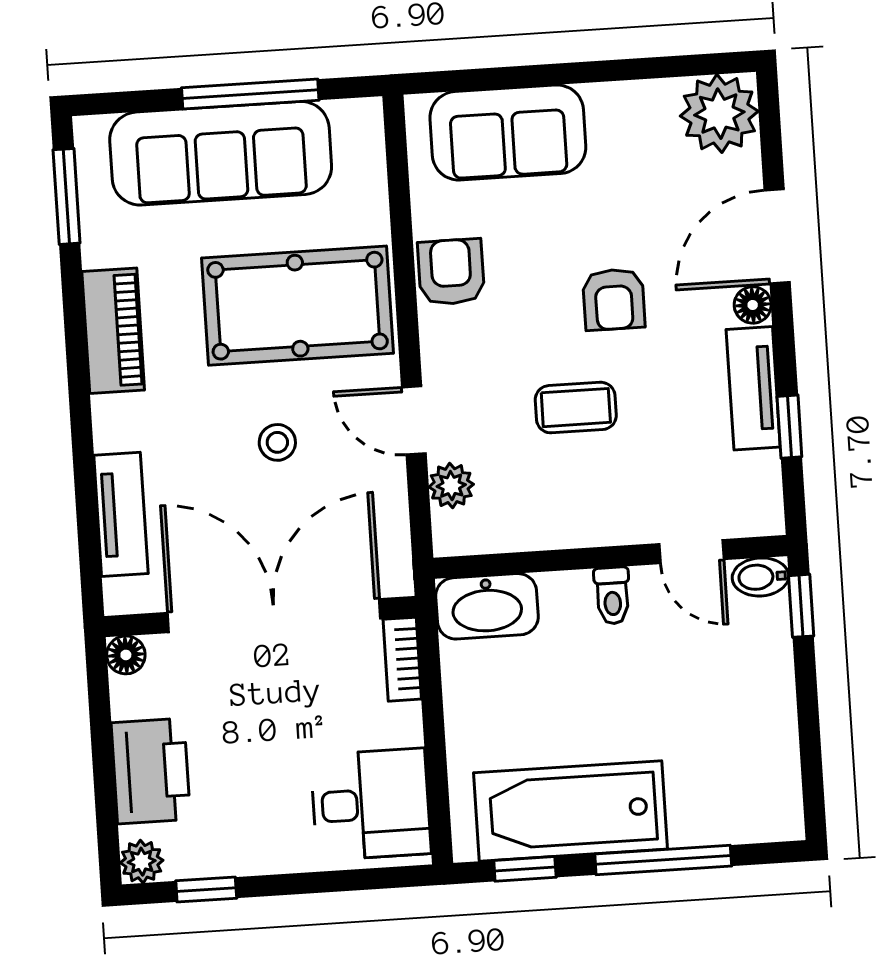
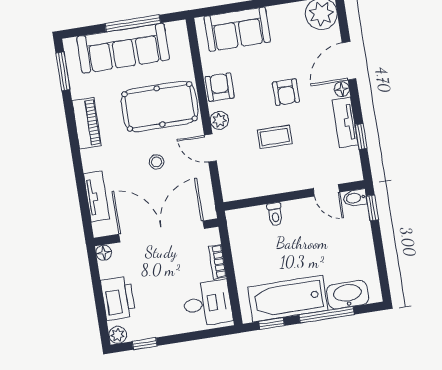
plant: (451, 486) -> (219, 120), moved
toilet: (612, 596) -> (275, 214), moved
washbasin: (487, 606) -> (348, 295), moved, turned 180
bookcase: (402, 659) -> (217, 262), moved

